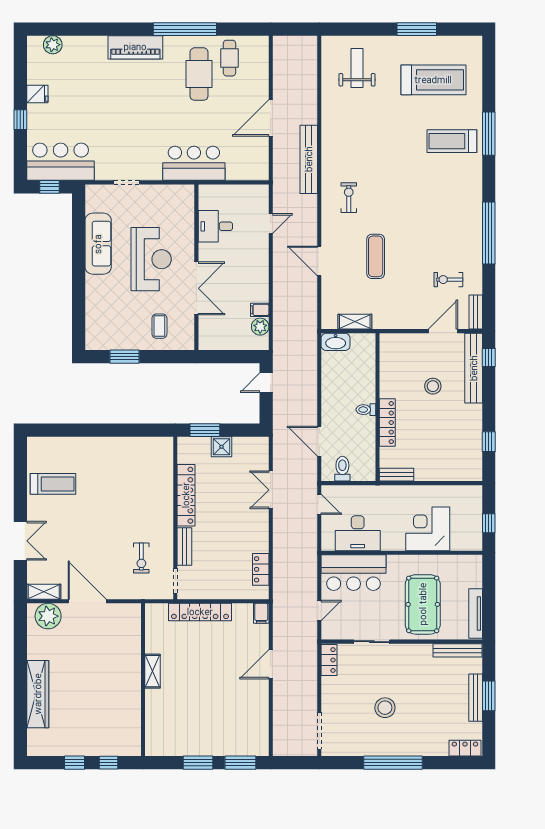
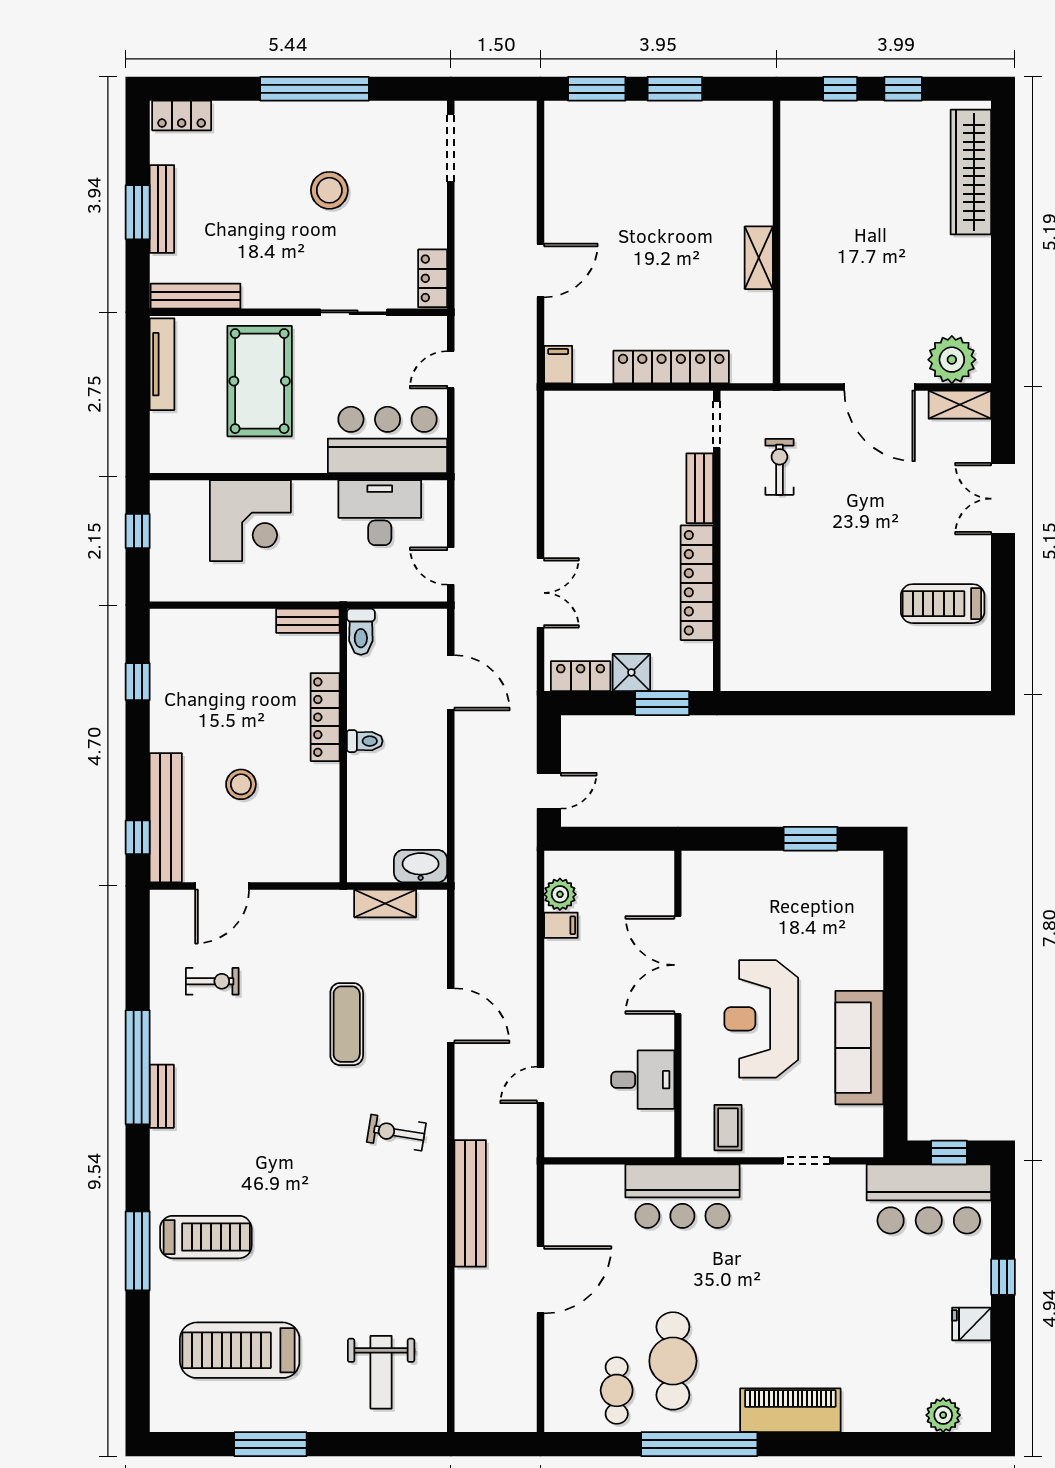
exercise bike: (349, 198) -> (396, 1133), turned 99
bench: (476, 312) -> (162, 1096), moved
coffee table: (159, 326) -> (728, 1128), moved
toilet: (342, 469) -> (361, 632), moved
locker: (261, 569) -> (581, 676), moved, turned -90
wardrobe: (38, 694) -> (971, 172), moved

